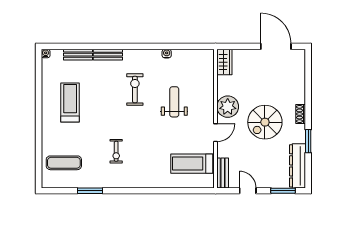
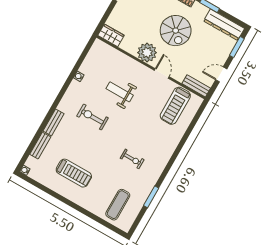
treadmill: (70, 103) -> (74, 173), turned 180

